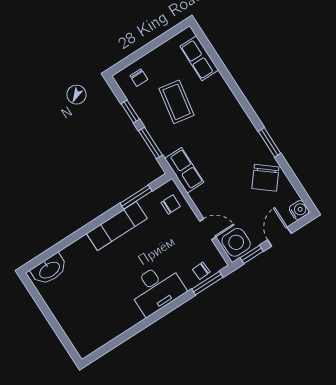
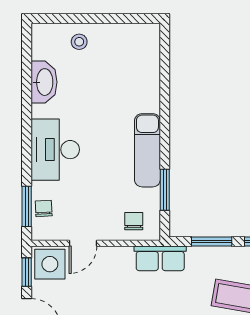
chair: (171, 204) -> (134, 221), turned 180
washbasin: (49, 270) -> (44, 82), moved, turned 180
stool: (73, 319) -> (79, 42), added

